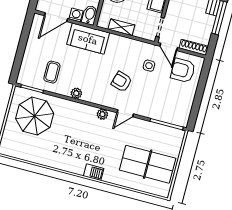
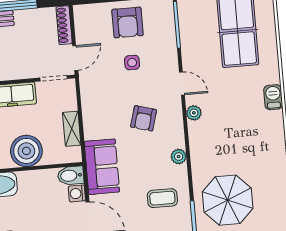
side table: (149, 66) -> (132, 63), moved
armchair: (183, 70) -> (128, 22), moved
armchair: (122, 82) -> (144, 118), moved

